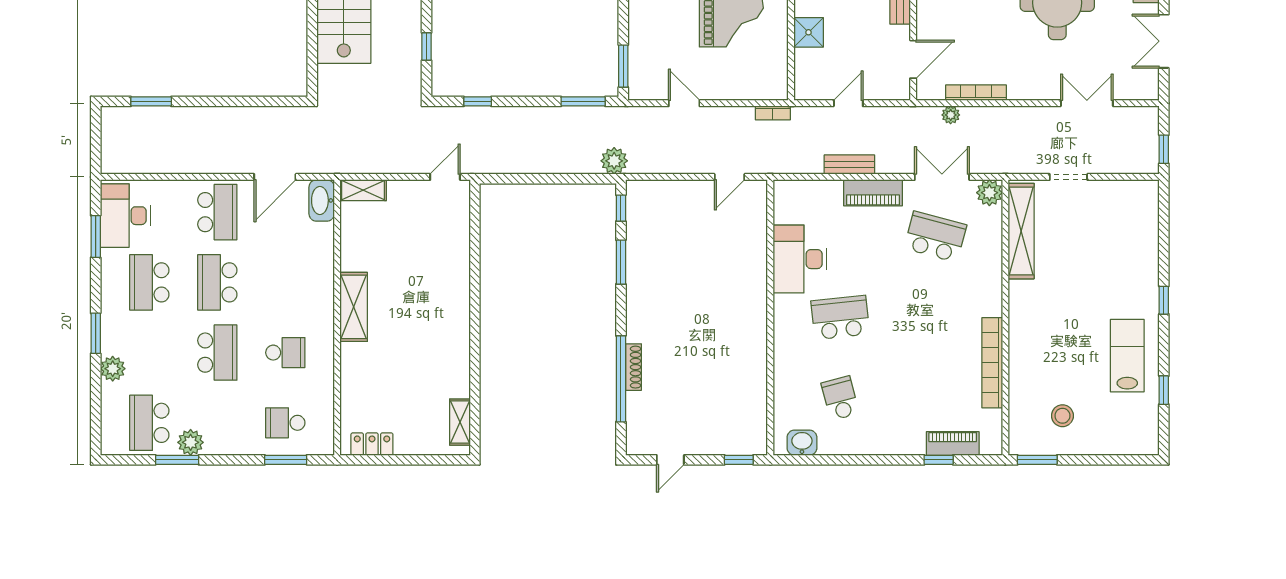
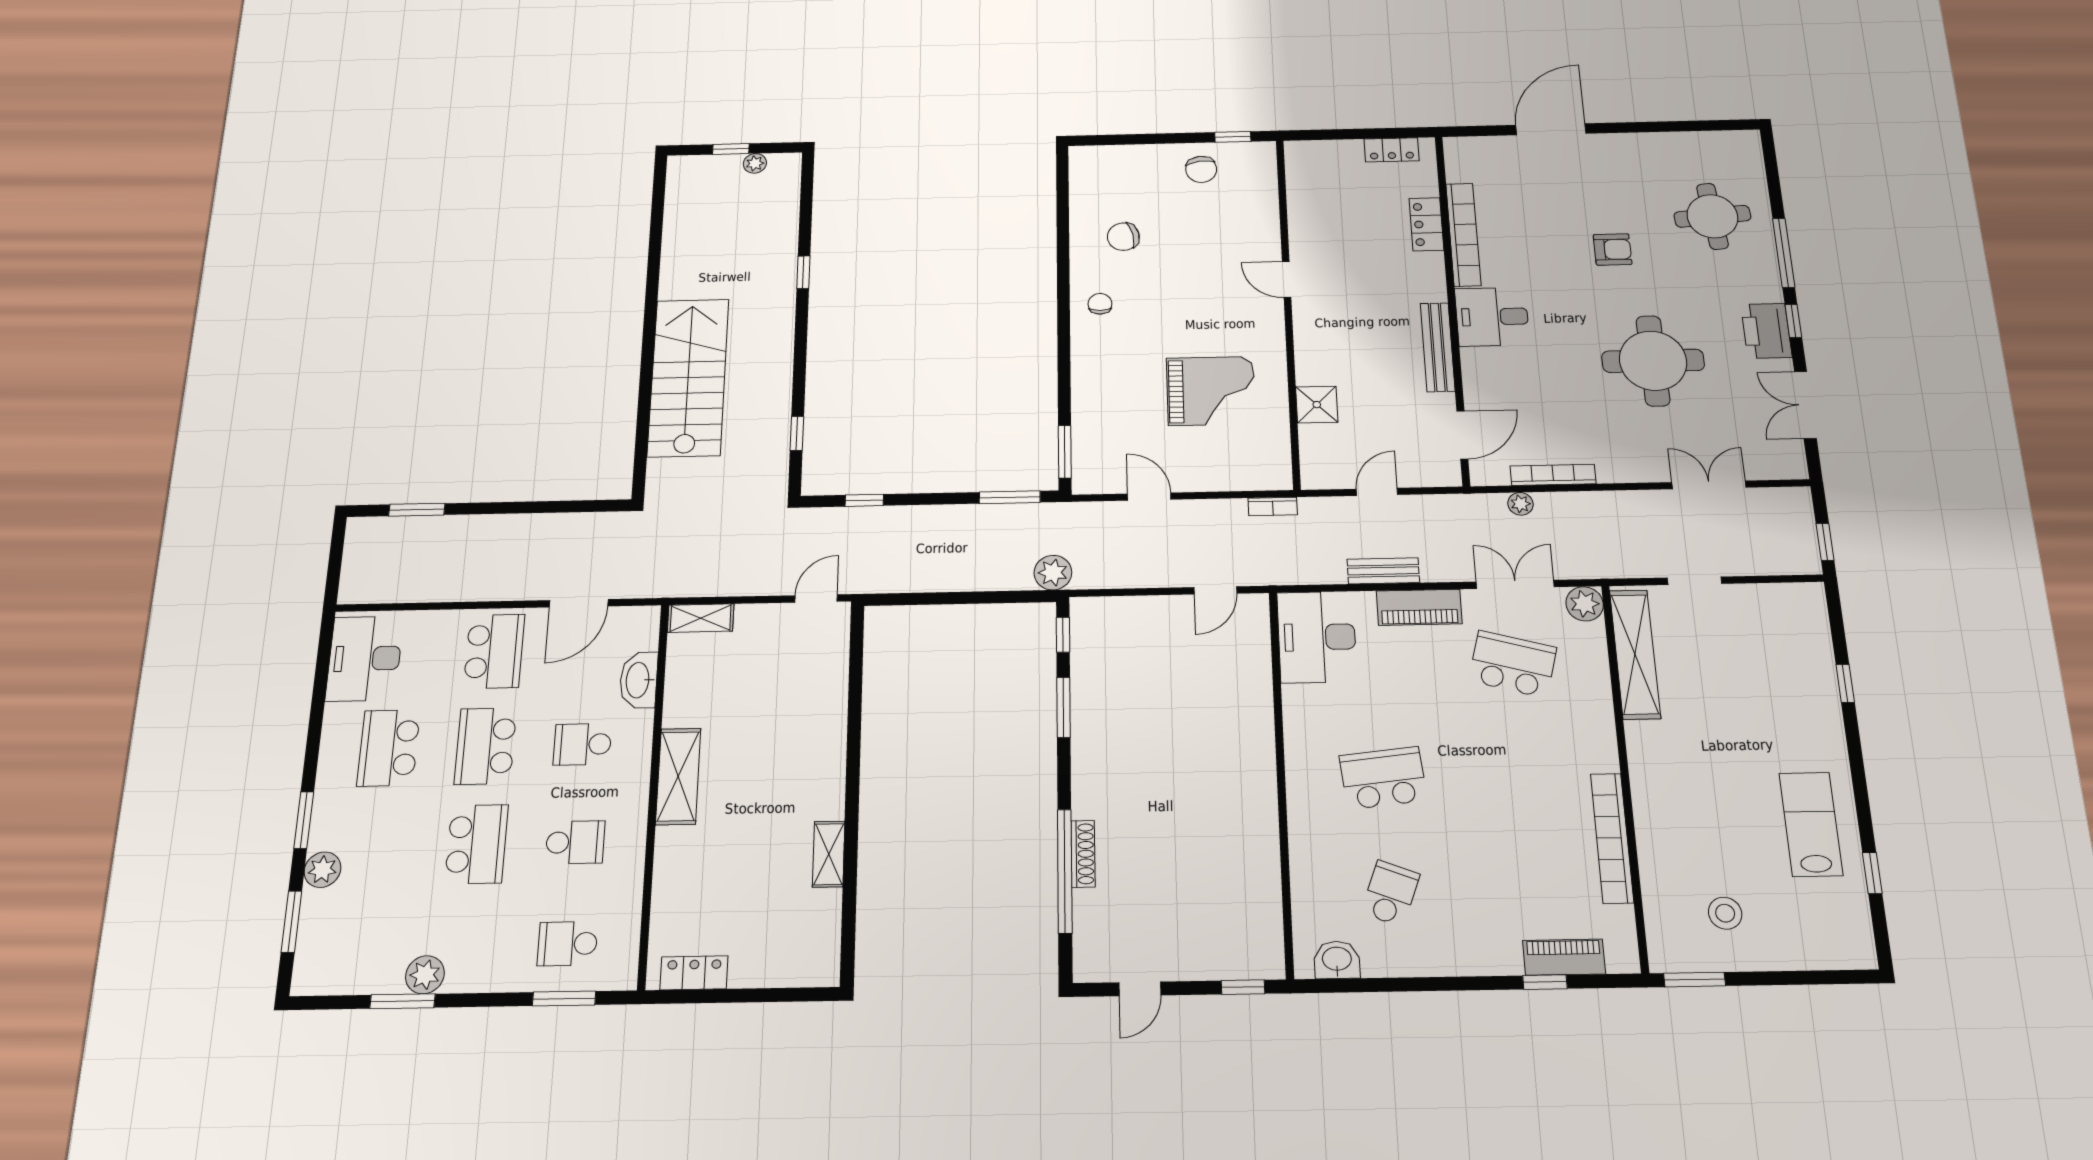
washbasin: (322, 200) -> (639, 680), moved
window: (96, 236) -> (291, 922), moved
desk: (800, 259) -> (1317, 637), moved
window: (1164, 300) -> (1845, 683), moved
school desk: (840, 398) -> (1390, 893), turned 36
shelving: (460, 422) -> (829, 854), moved
school desk: (149, 423) -> (583, 744), moved, width x0.54

